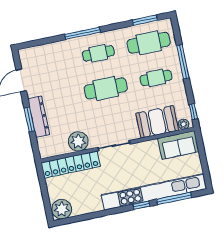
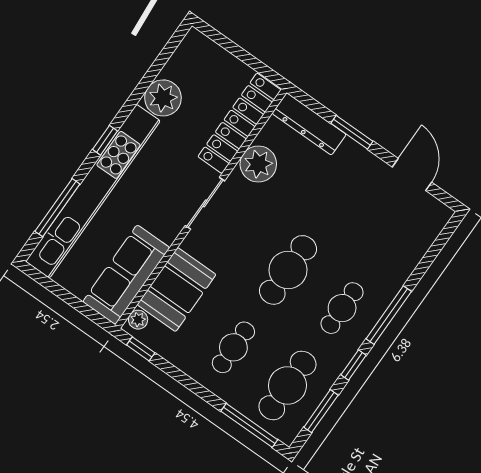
window: (115, 26) -> (353, 365), added
window: (183, 62) -> (249, 425), moved
dresser: (39, 117) -> (309, 124), moved
sofa: (178, 145) -> (126, 275), width x1.36
window: (141, 205) -> (105, 140), moved
plant: (62, 209) -> (163, 98), moved

